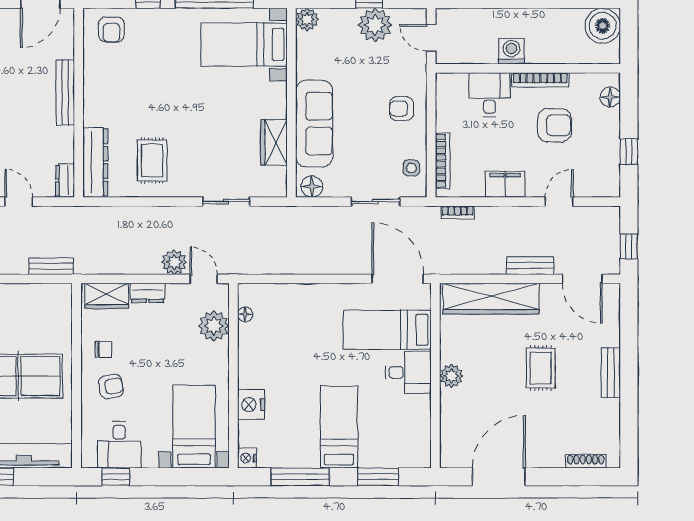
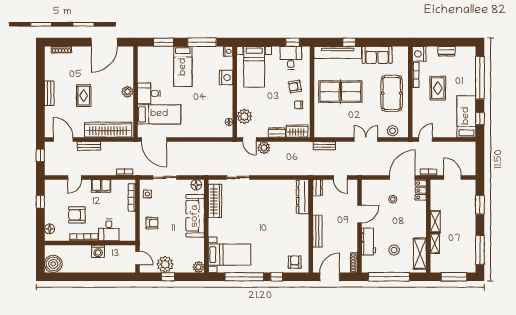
wardrobe: (274, 142) -> (215, 201), width x1.50
rug: (152, 160) -> (275, 198), removed

